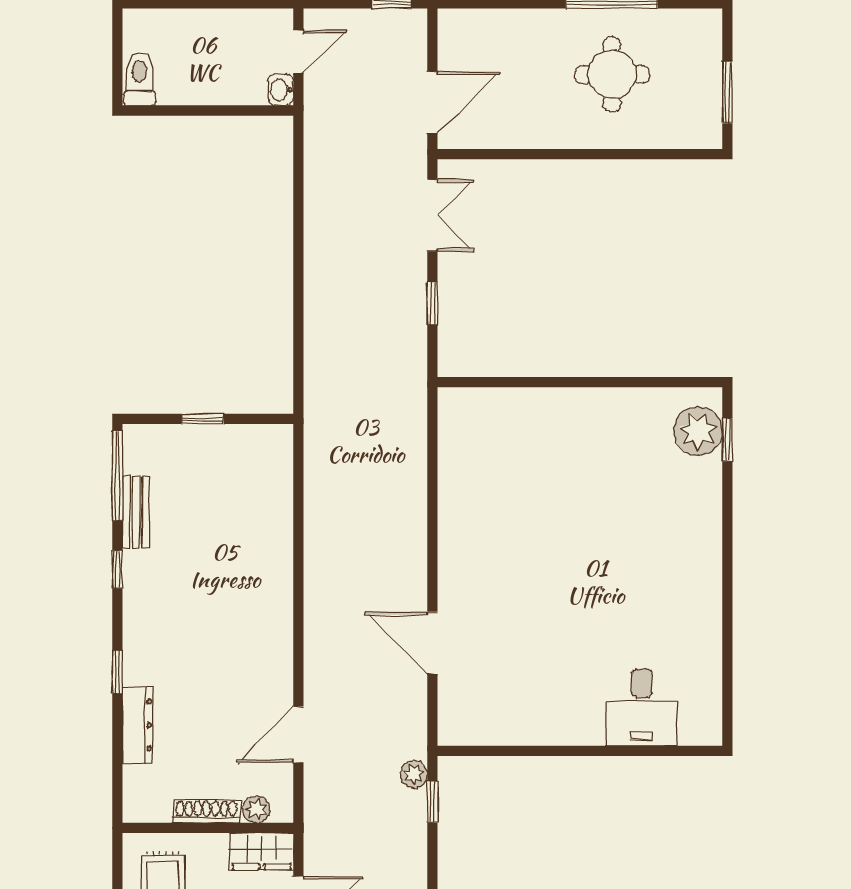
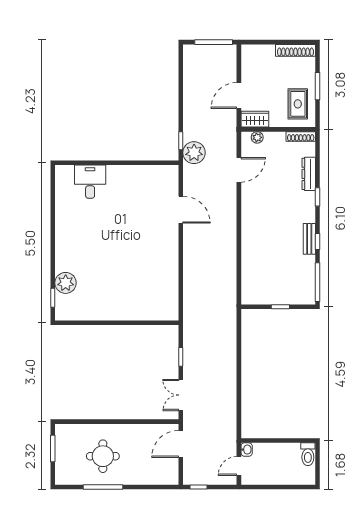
plant: (698, 431) -> (66, 283), moved
bench: (136, 512) -> (309, 239), moved
plant: (414, 774) -> (194, 153), width x1.88, depth x1.88
shoe rack: (206, 811) -> (301, 136), moved

